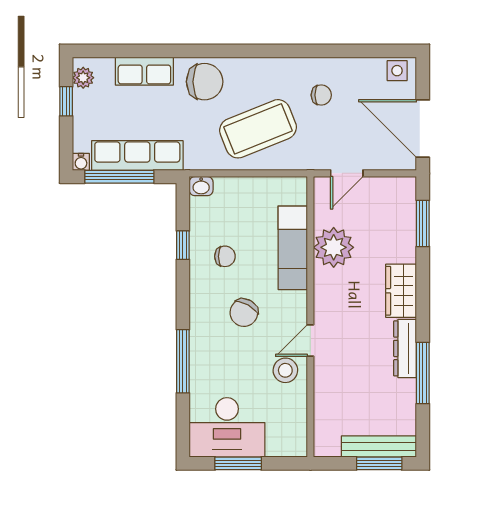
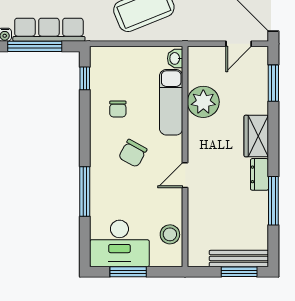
door: (347, 173) -> (239, 44), moved
washbasin: (201, 186) -> (175, 58), moved, turned 90
window: (183, 245) -> (85, 78), moved
chair: (225, 256) -> (118, 109), turned 90
dresser: (405, 348) -> (259, 174), width x0.70
stool: (285, 370) -> (170, 234), moved

